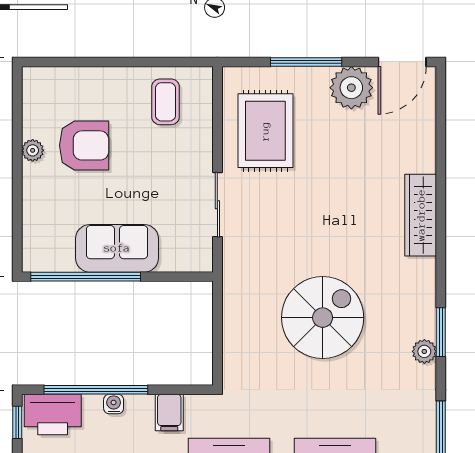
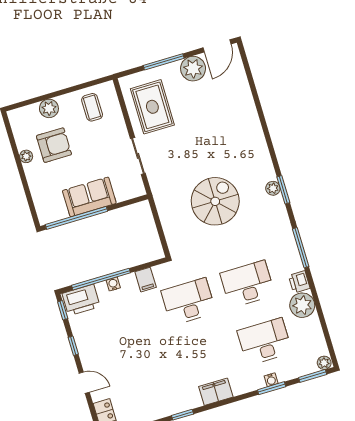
plant: (94, 82) -> (49, 108), added
wardrobe: (421, 215) -> (253, 128), removed
plant: (424, 351) -> (273, 188), moved

